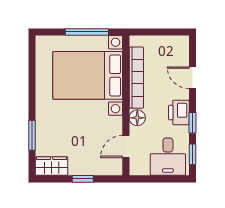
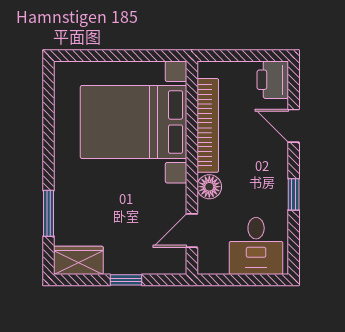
window: (87, 32) -> (132, 56), removed
printer: (179, 112) -> (273, 80), moved
window: (192, 154) -> (294, 243), removed

